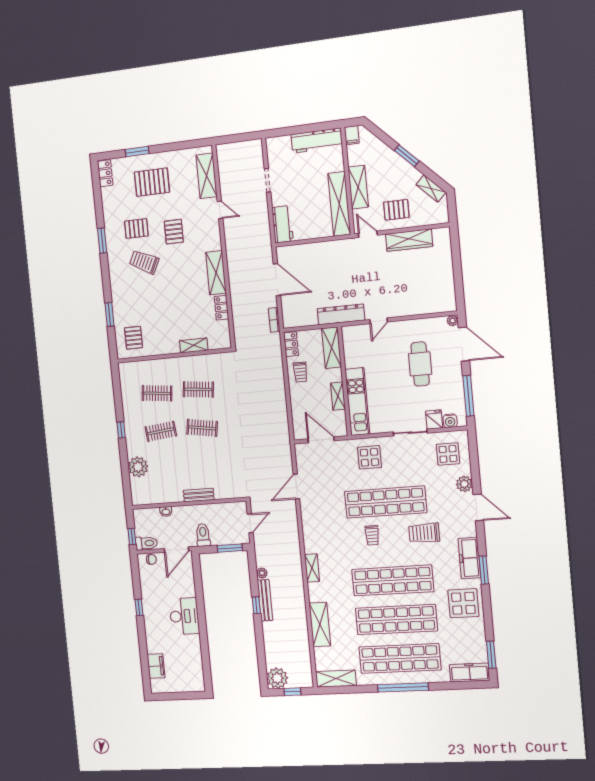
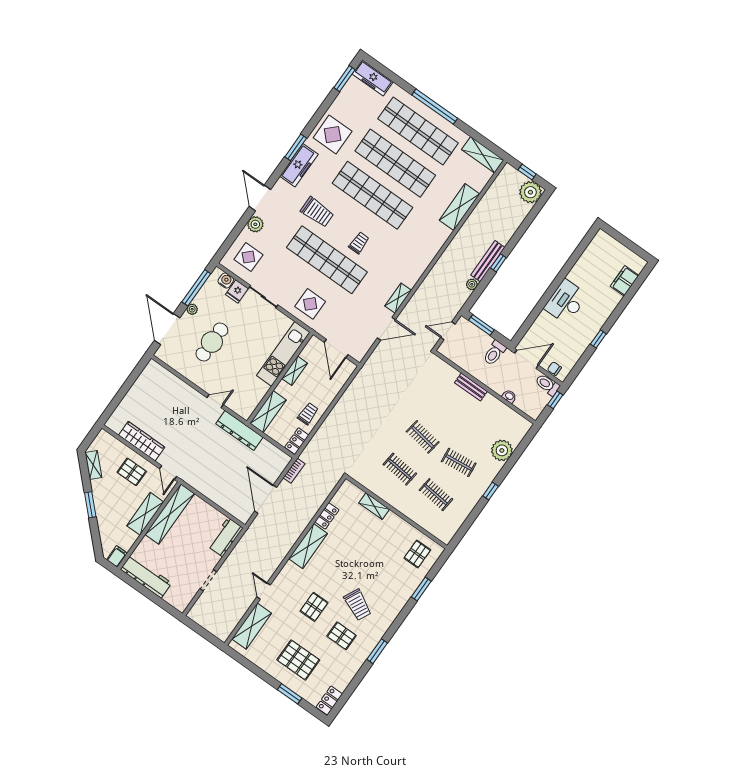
plant: (452, 321) -> (192, 309), moved
shelving: (312, 568) -> (398, 298), moved

